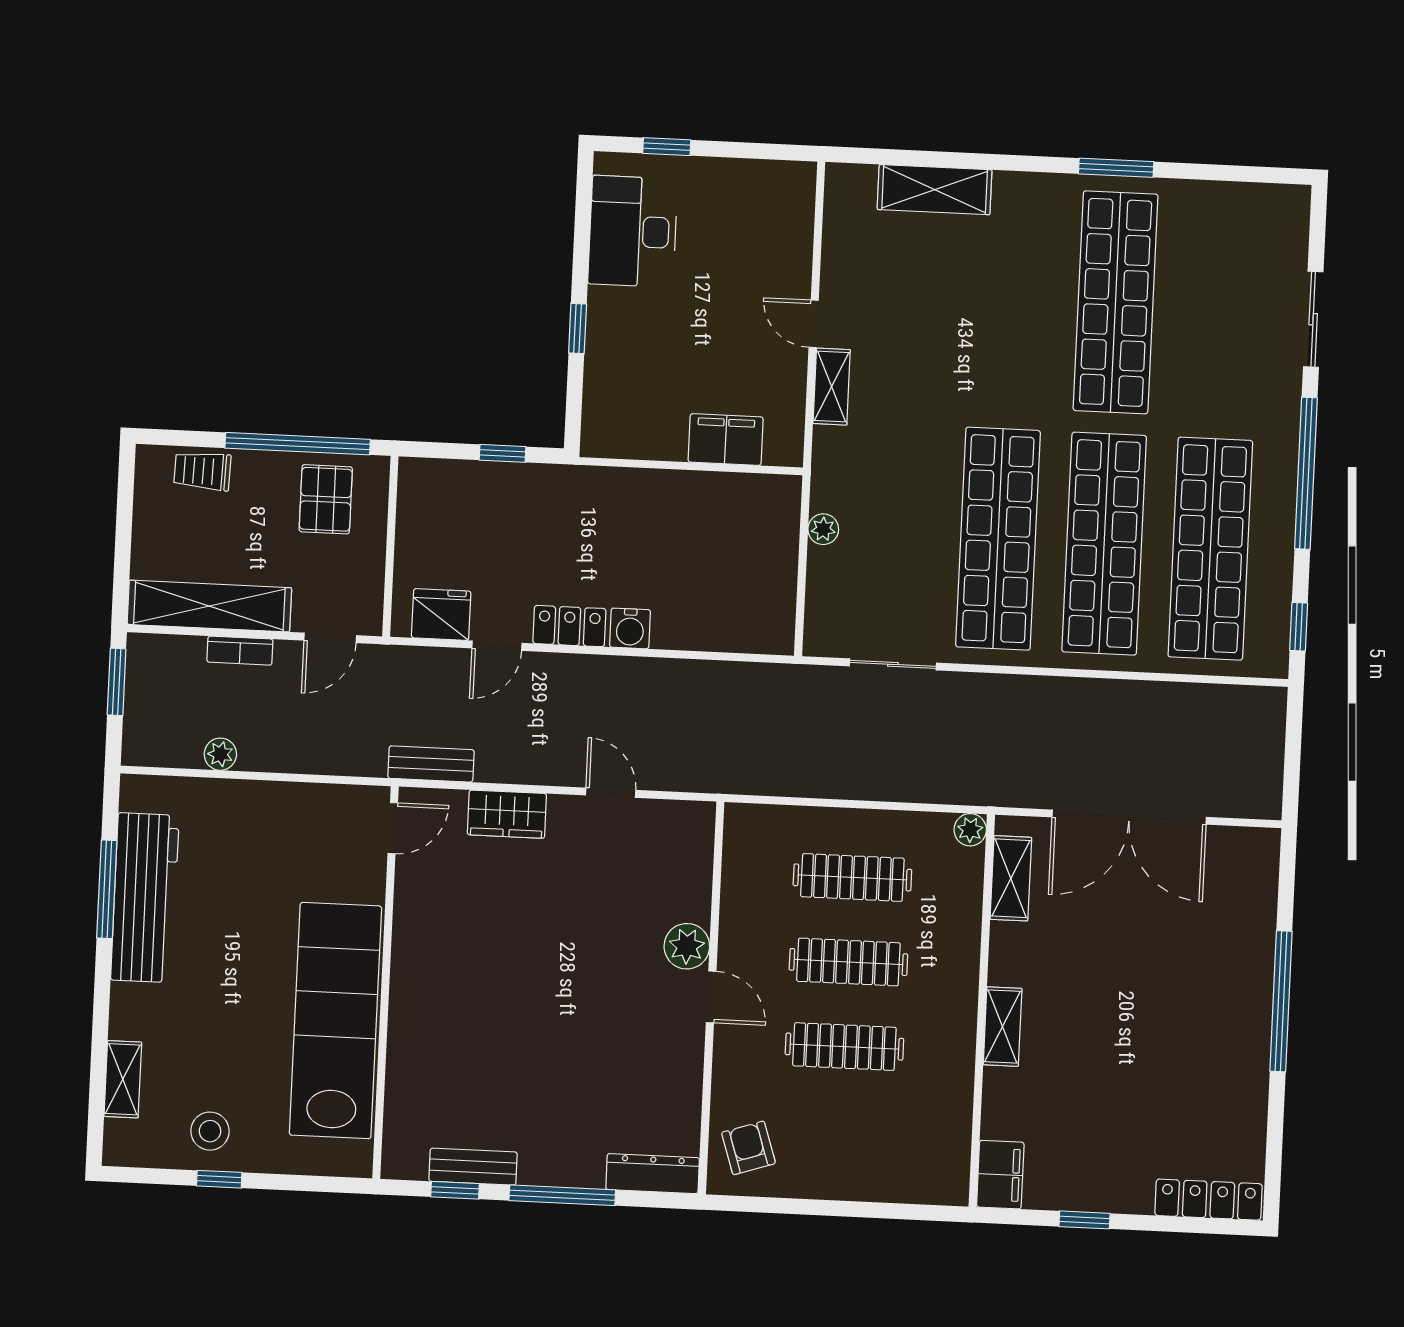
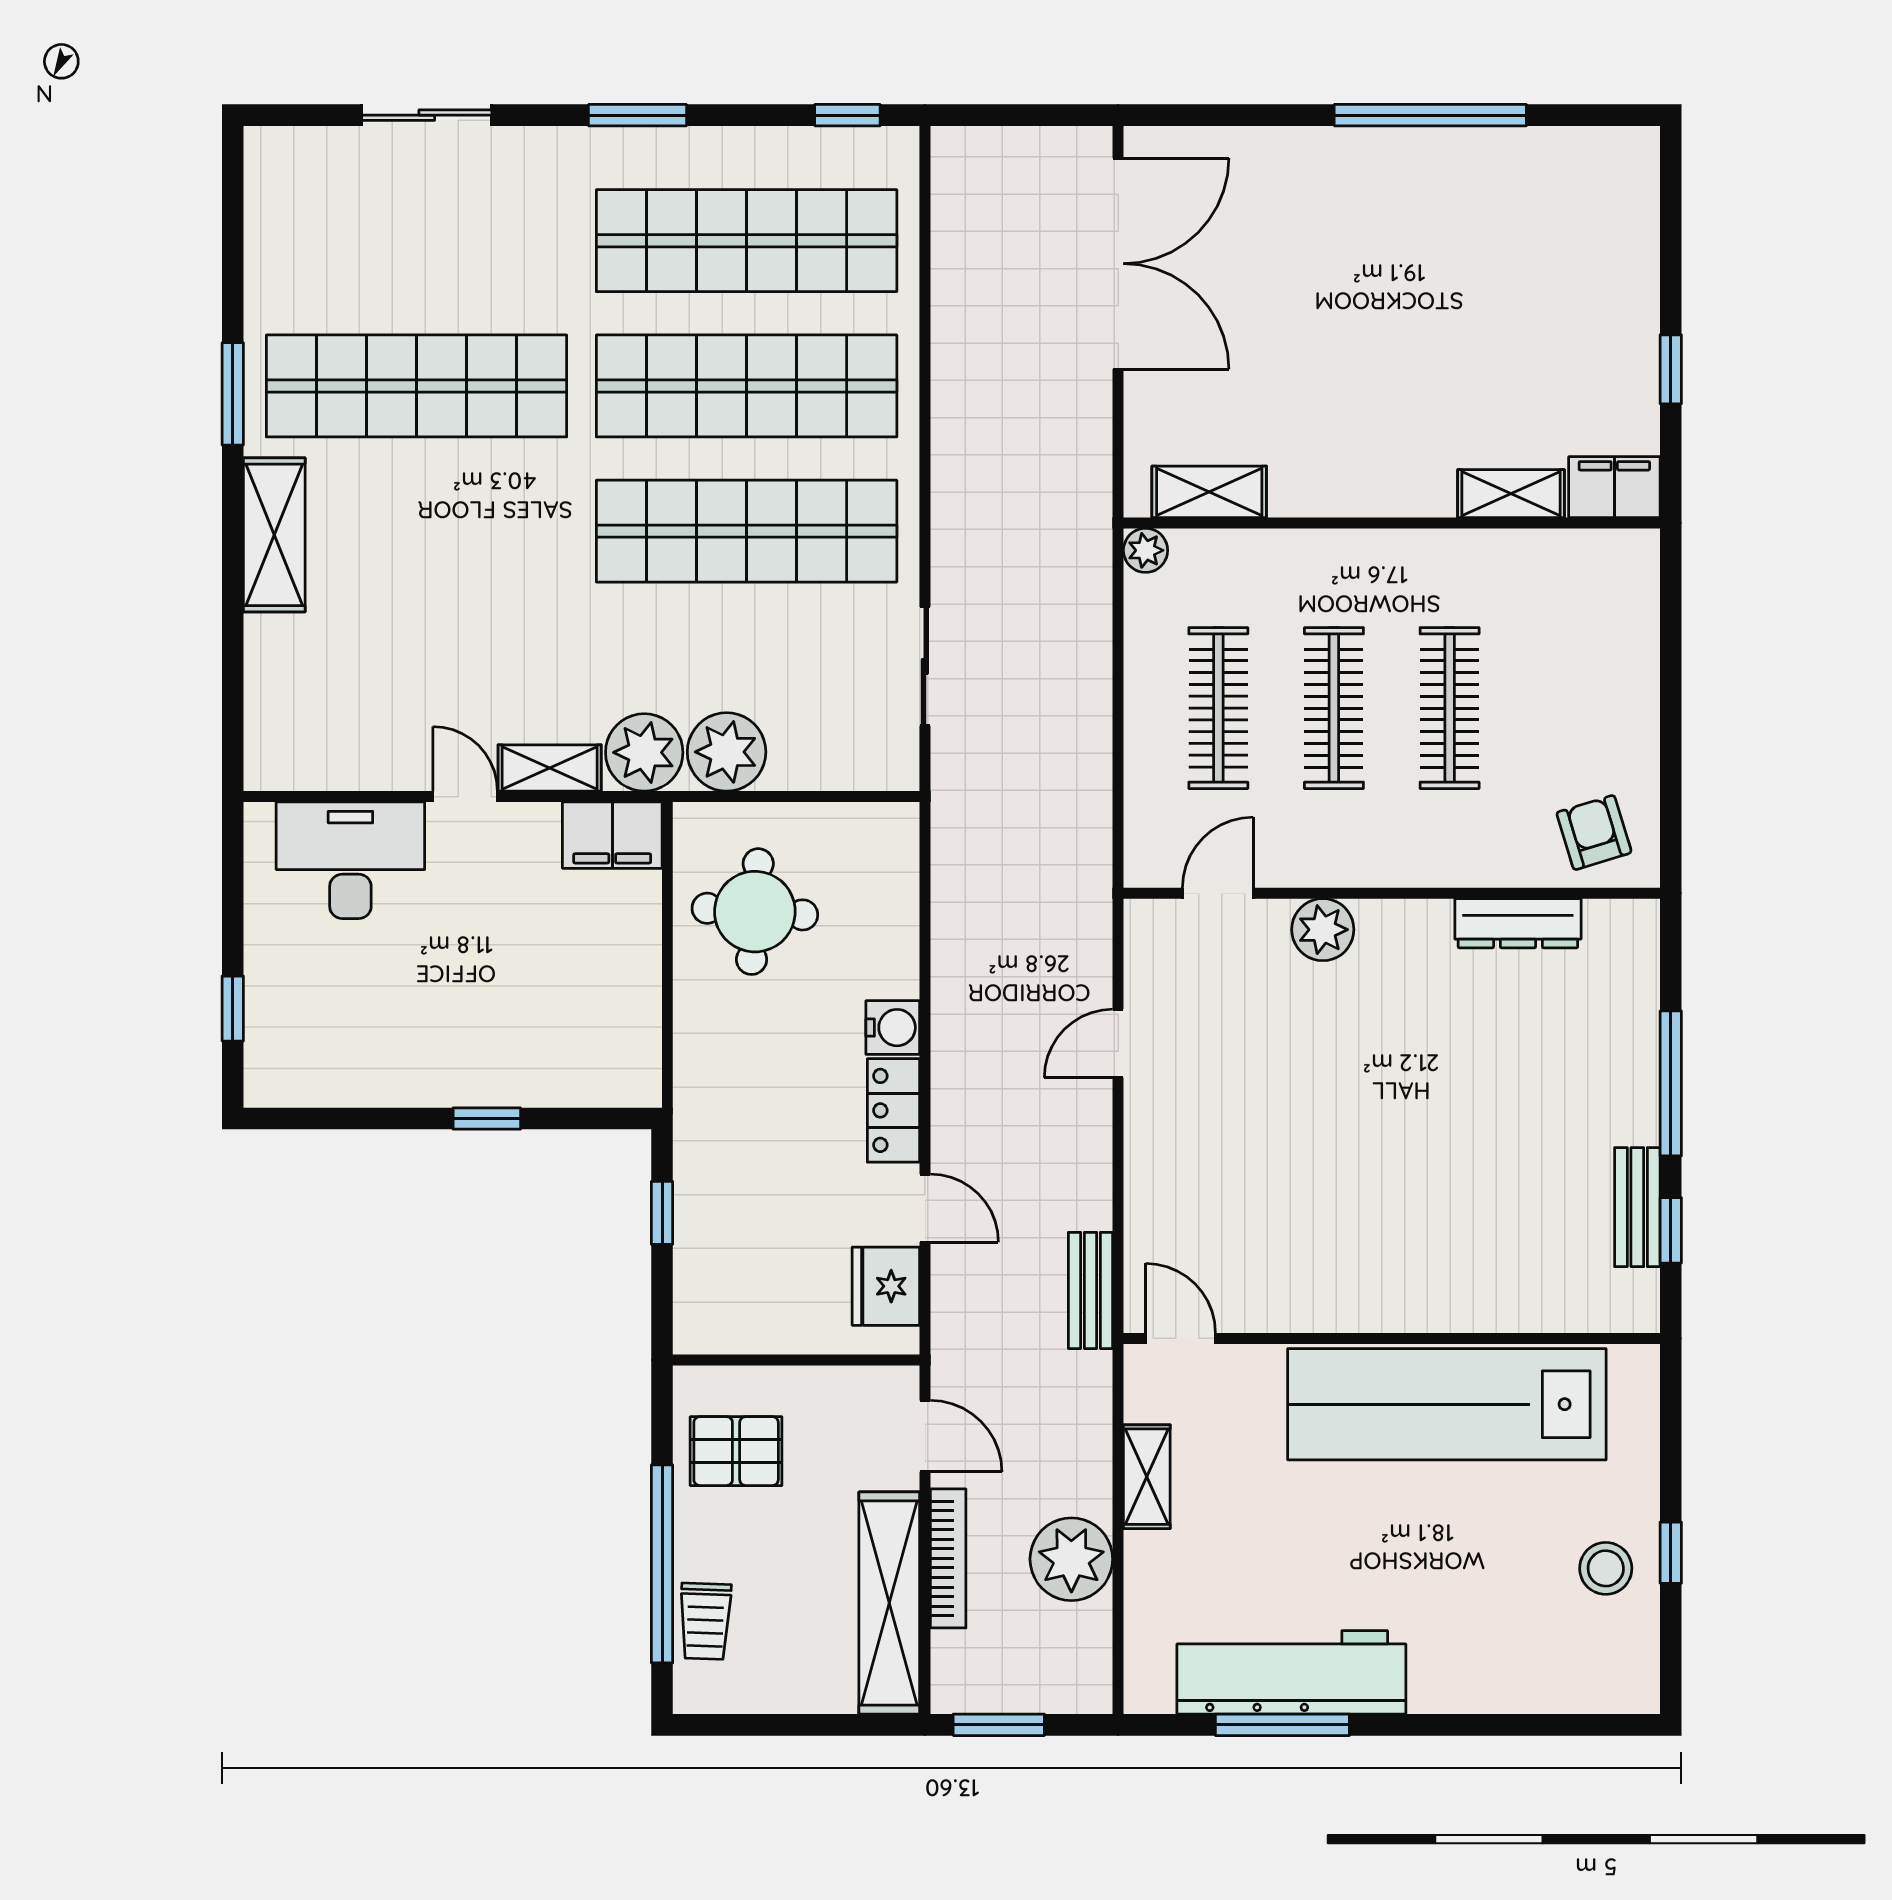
shelving: (935, 190) -> (274, 535), moved
desk: (633, 231) -> (350, 860), moved, turned 180
door: (814, 324) -> (465, 797), swing flipped
filing cabinet: (726, 440) -> (612, 835), moved, turned -90
window: (298, 444) -> (662, 1564), moved
plant: (840, 456) -> (644, 752), added
window: (1306, 473) -> (637, 115), width x0.47
plant: (823, 529) -> (727, 752), width x1.88, depth x1.88
round table: (720, 532) -> (755, 912), added
bookcase: (240, 651) -> (948, 1558), width x1.56
plant: (220, 754) -> (1071, 1559), width x1.87, depth x1.87
wardrobe: (507, 814) -> (1154, 1184), removed
double door: (1129, 817) -> (1118, 264), moved
door: (711, 997) -> (1218, 893), moved
window: (1281, 1001) -> (1430, 115), moved
shelving: (1003, 1027) -> (1511, 494), moved
shelving: (123, 1079) -> (1147, 1477), moved, turned 90
armchair: (748, 1148) -> (1594, 832), turned 91
dresser: (653, 1174) -> (1518, 923), moved, turned -90
locker: (1208, 1200) -> (1635, 201), removed

